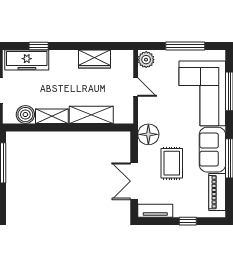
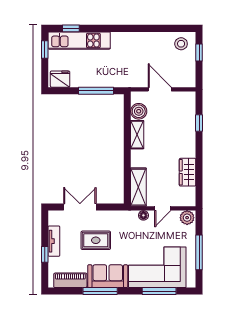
freezer: (27, 60) -> (187, 113), removed
shelving: (91, 115) -> (138, 187), moved
floor lamp: (148, 134) -> (143, 215), moved, width x0.53, depth x0.53
tv unit: (155, 211) -> (54, 241), moved

